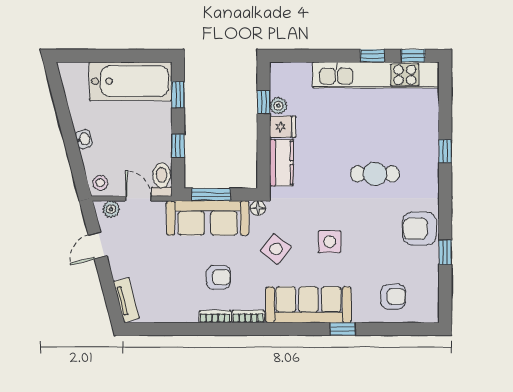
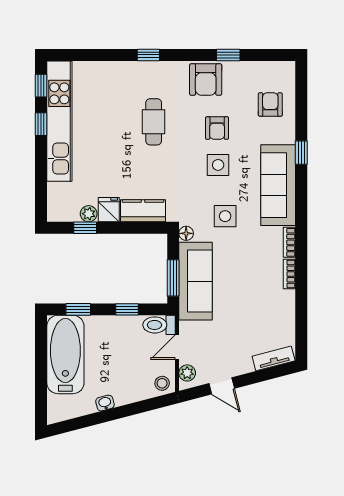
washbasin: (84, 139) -> (105, 403), moved
window: (445, 151) -> (148, 55), moved
side table: (276, 249) -> (225, 216), turned -38
armchair: (218, 277) -> (217, 128), moved, turned 180

